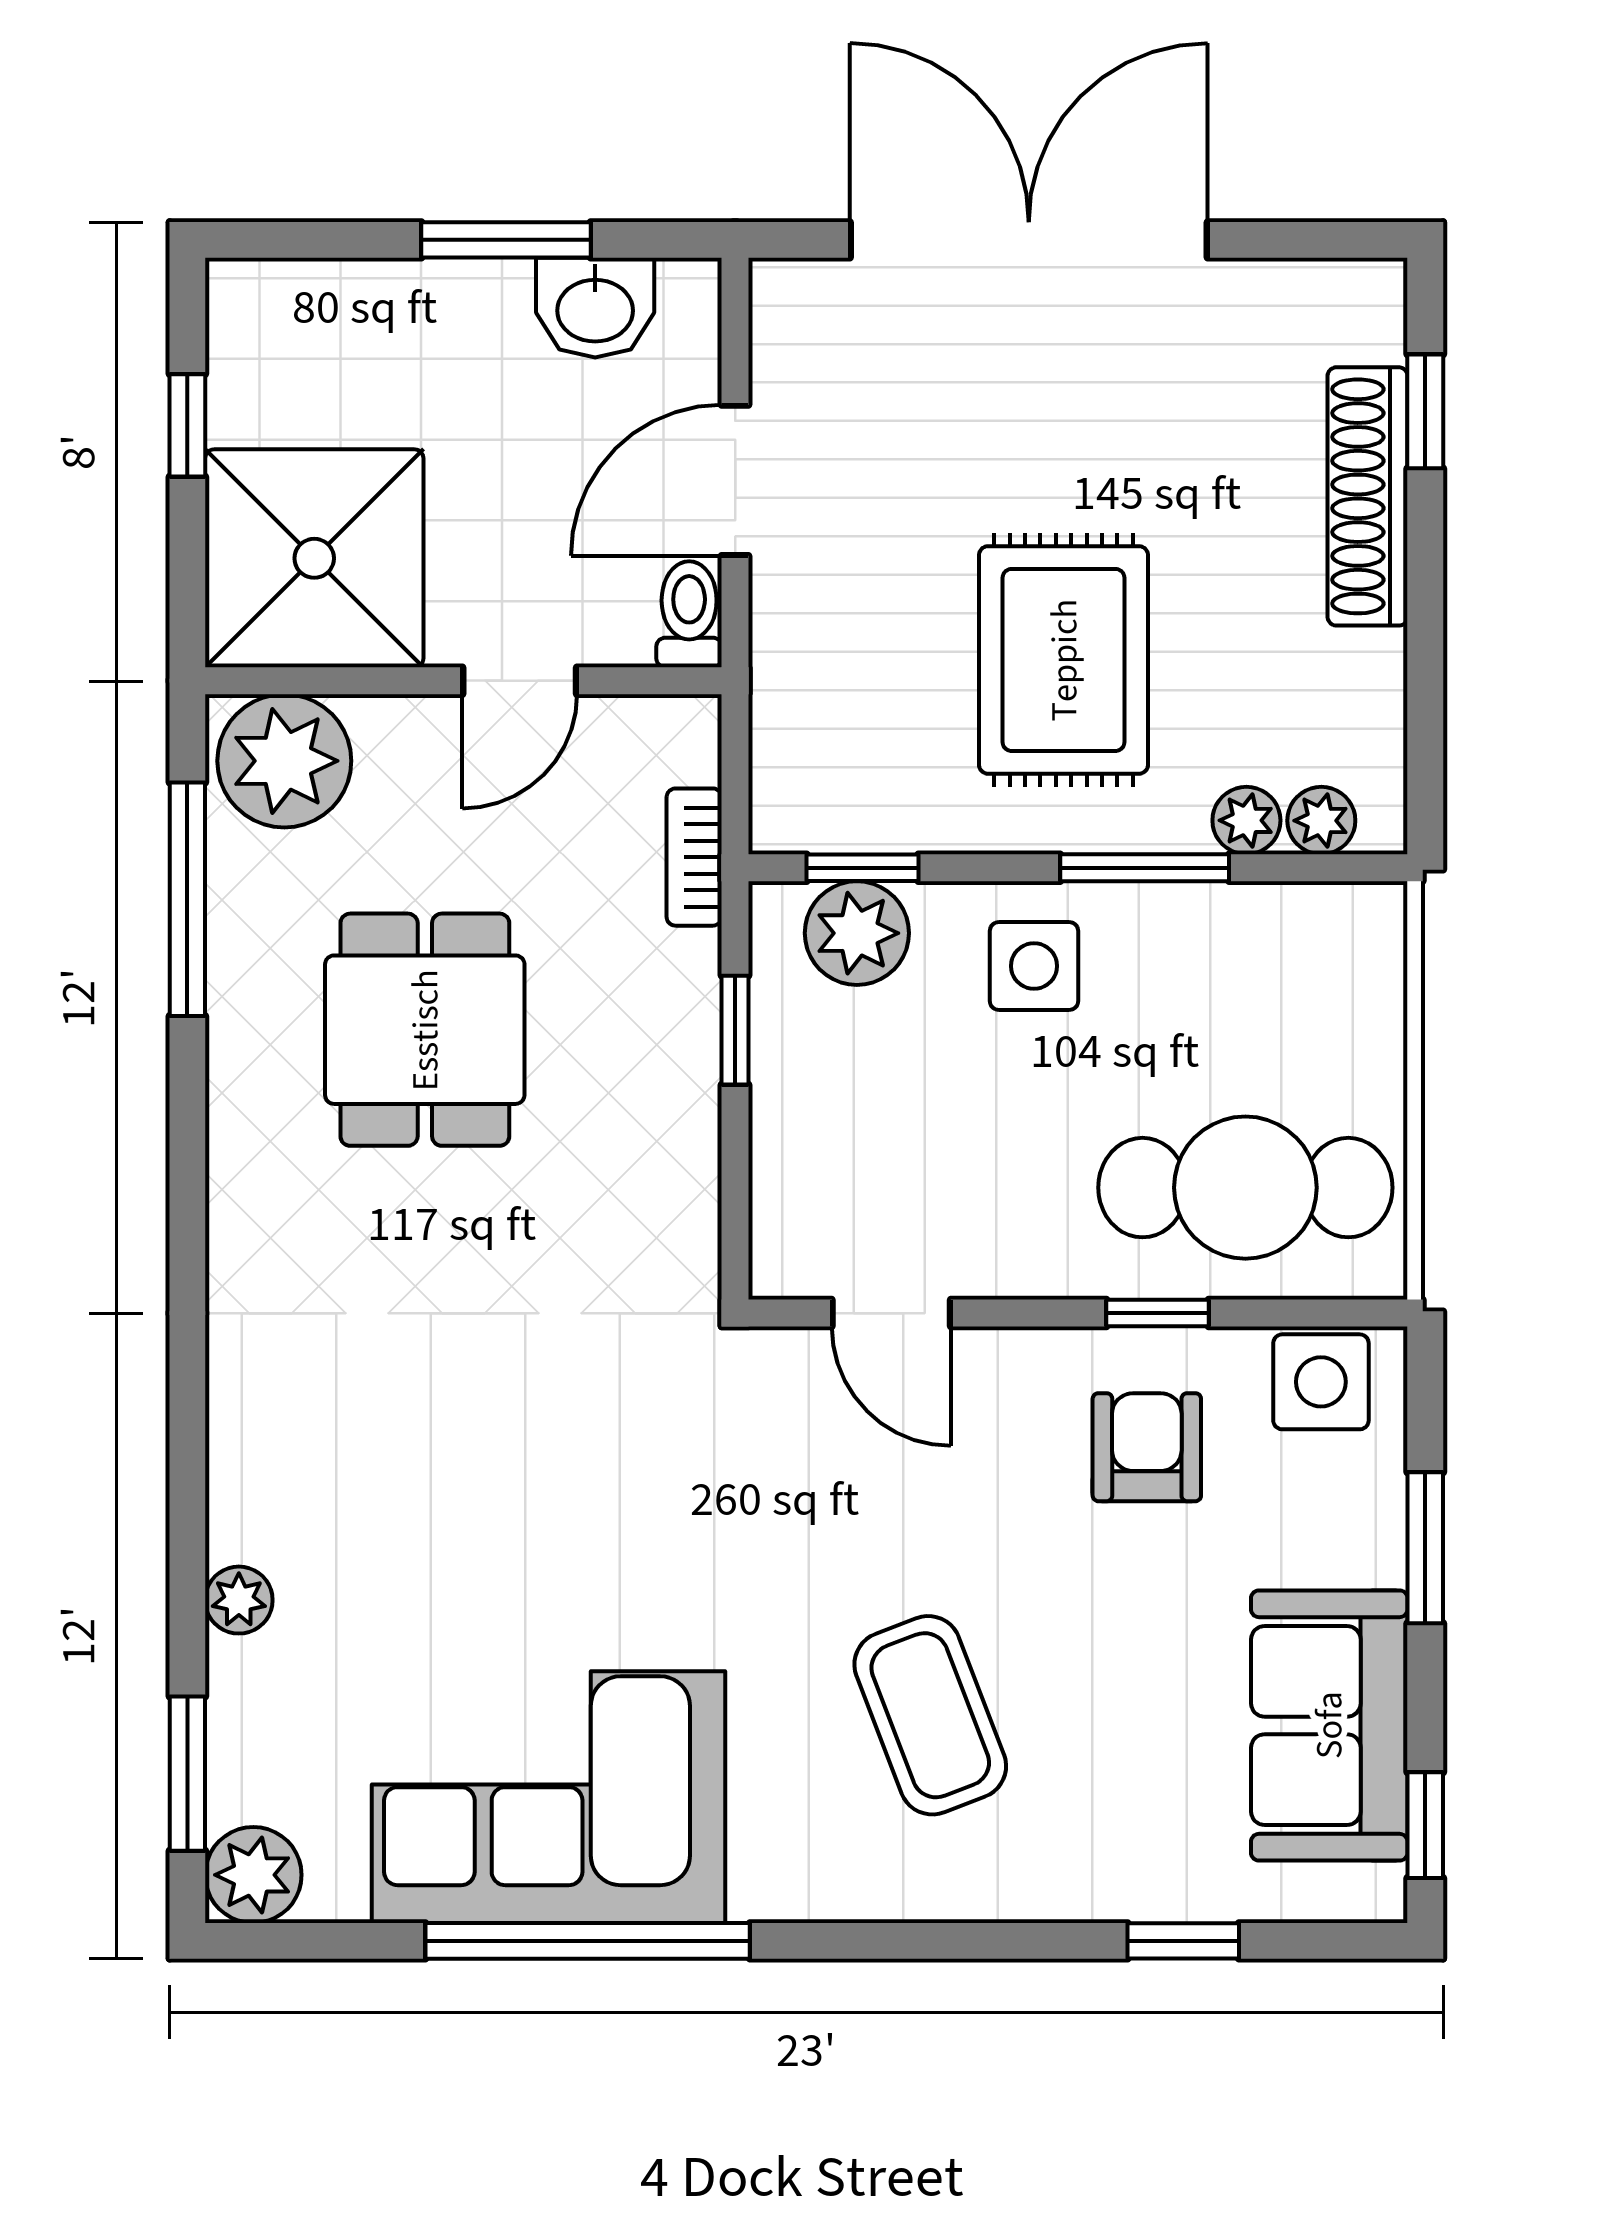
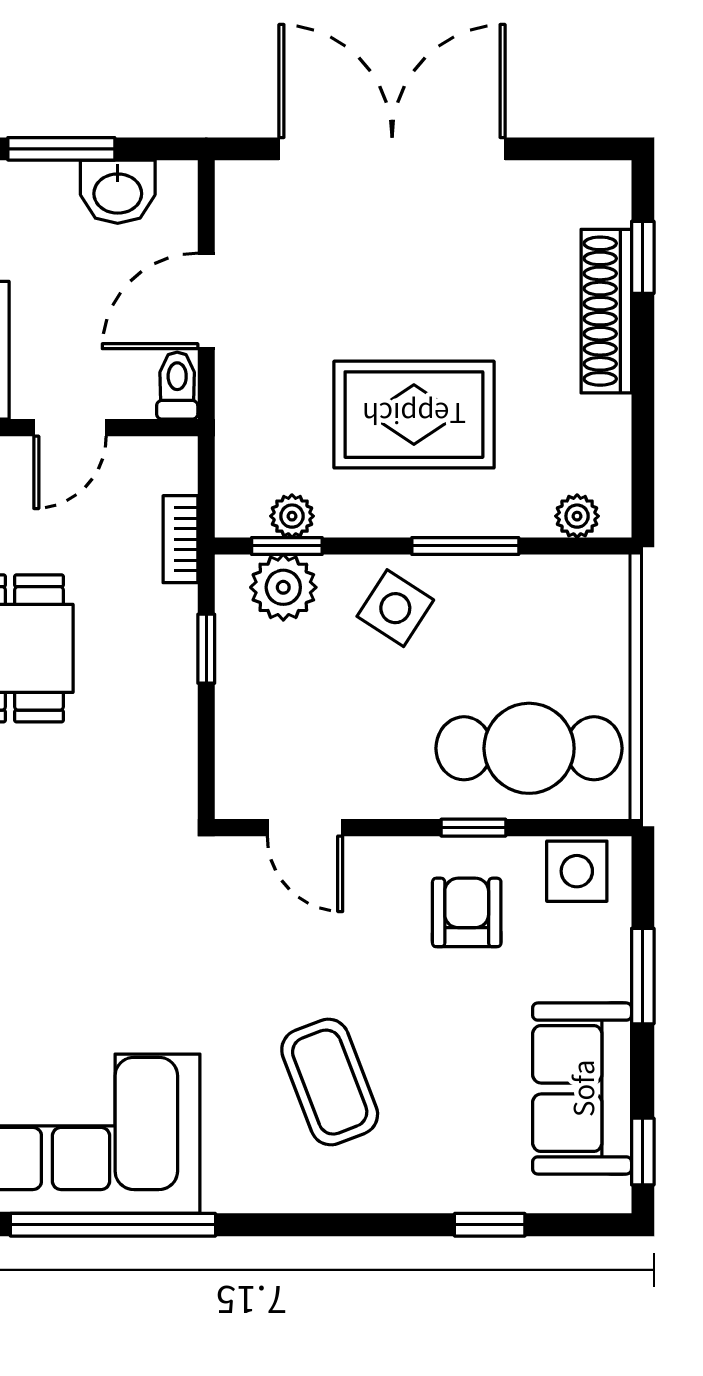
rug: (1064, 660) -> (414, 415), turned 90
plant: (1246, 820) -> (292, 516), moved
side table: (1034, 966) -> (395, 608), turned 33

